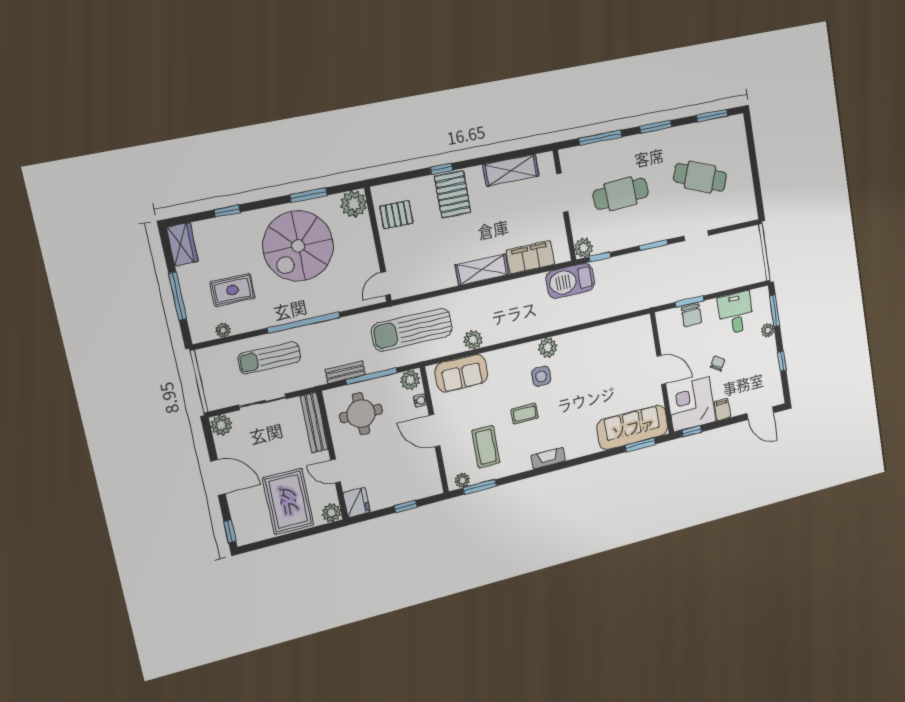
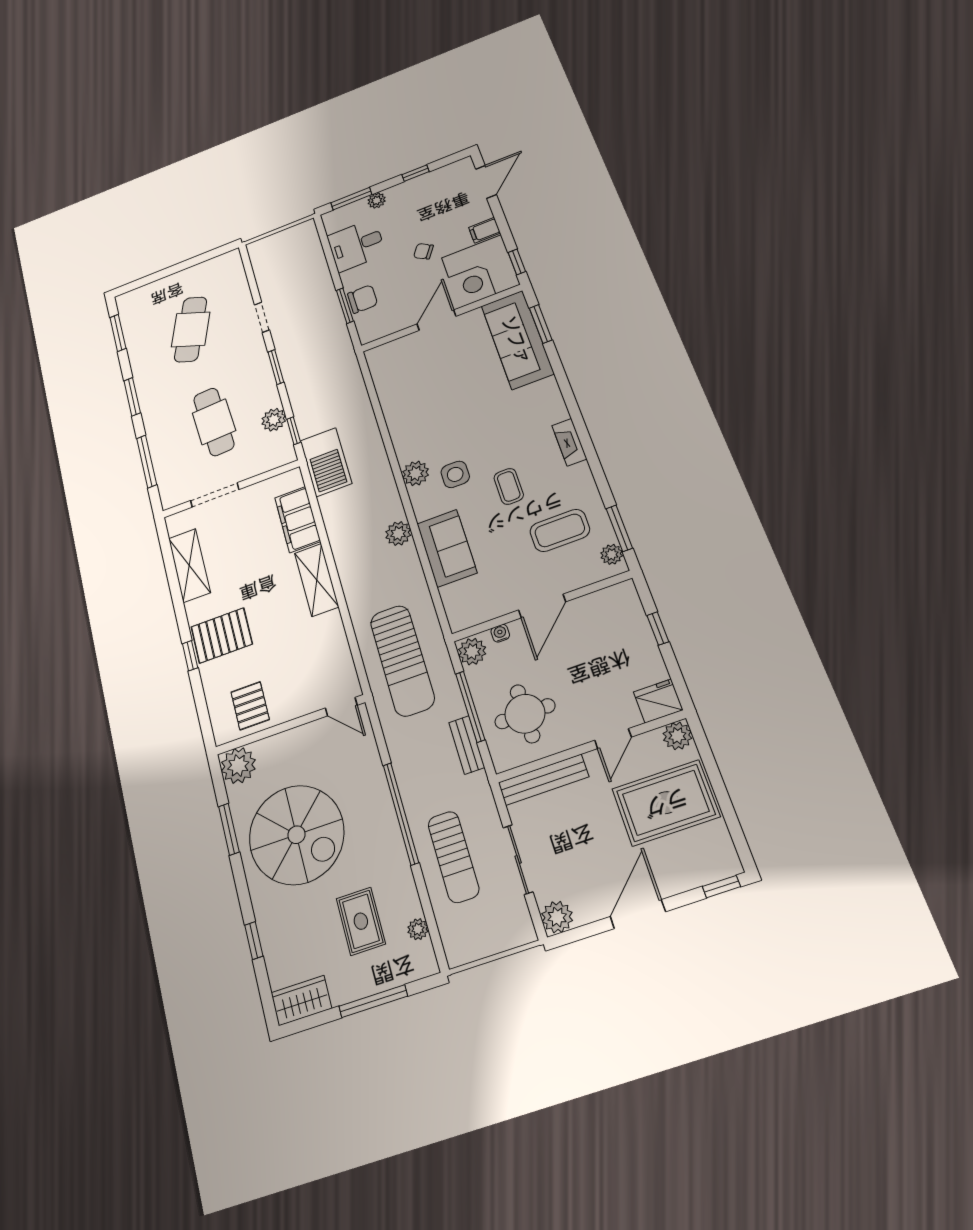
plant: (584, 248) -> (274, 420), moved
plant: (473, 340) -> (398, 533), moved
sofa: (461, 373) -> (447, 548), moved

